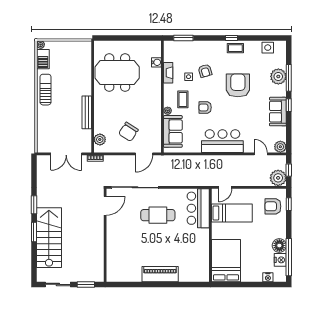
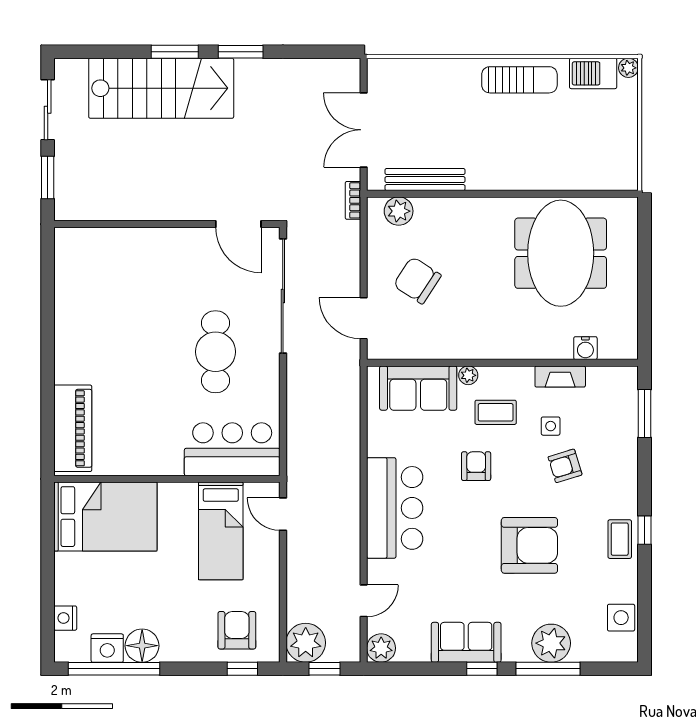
bench: (87, 112) -> (425, 180), moved
piano: (160, 274) -> (73, 428), moved

